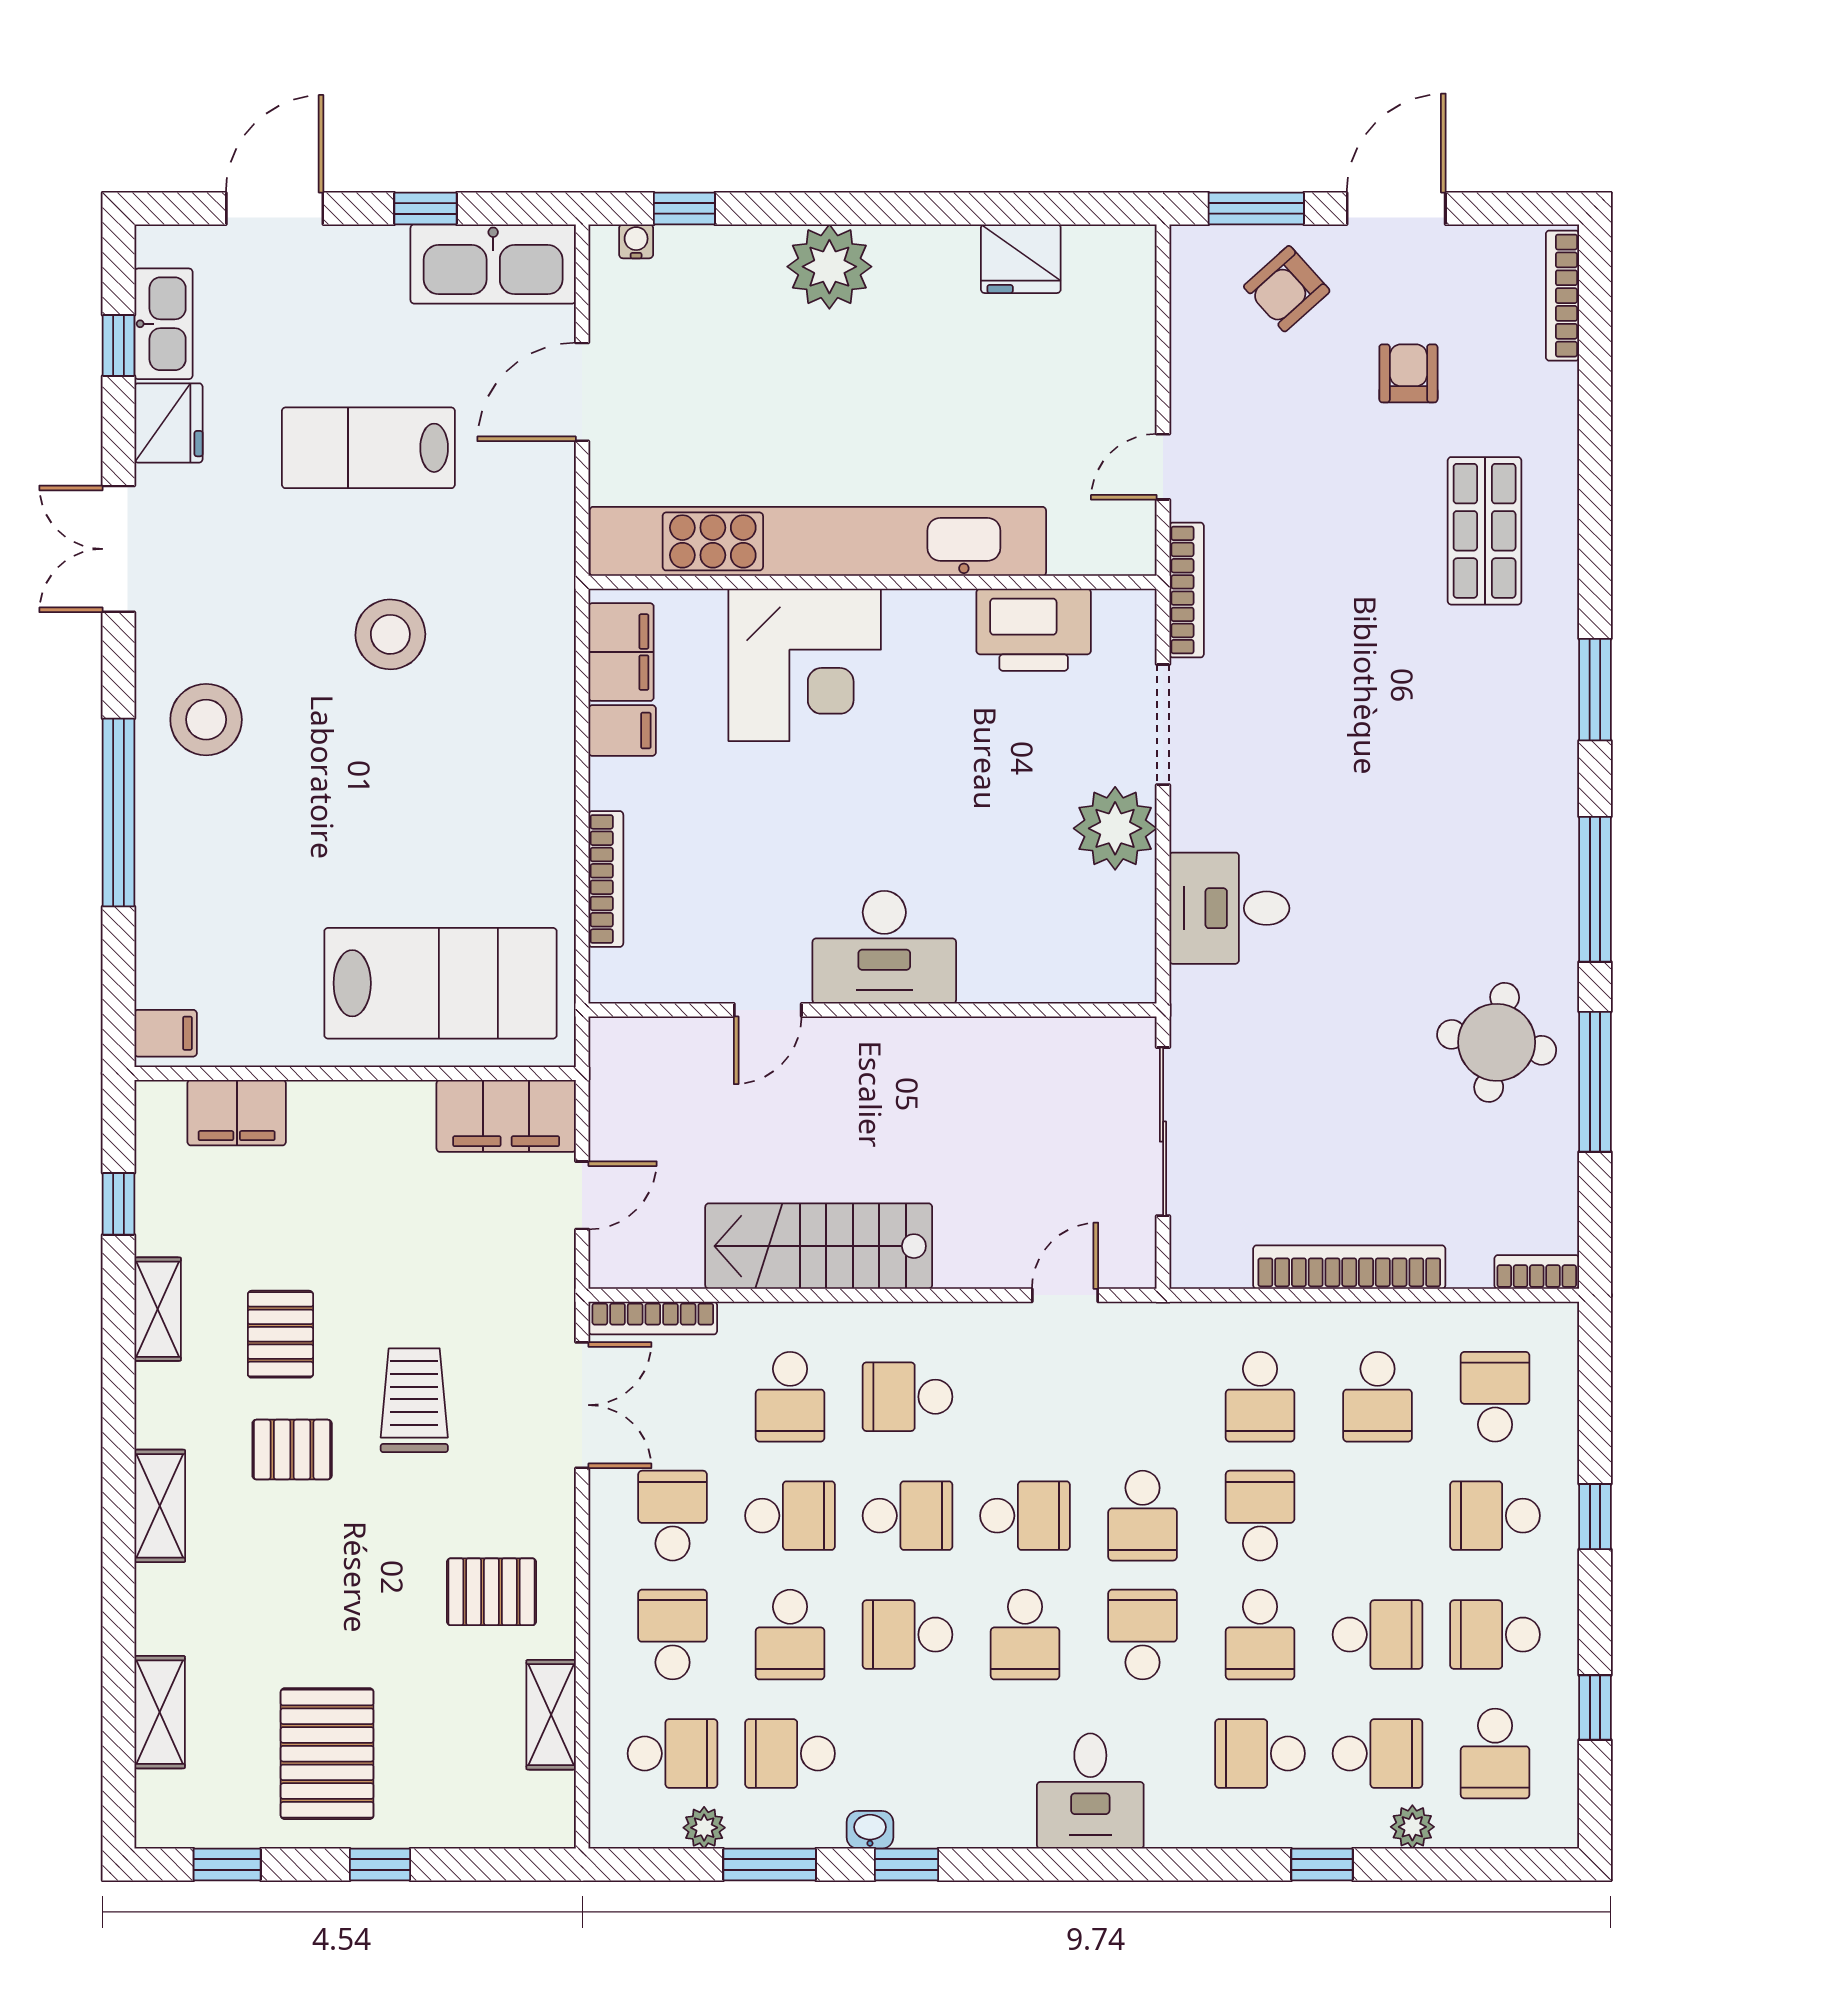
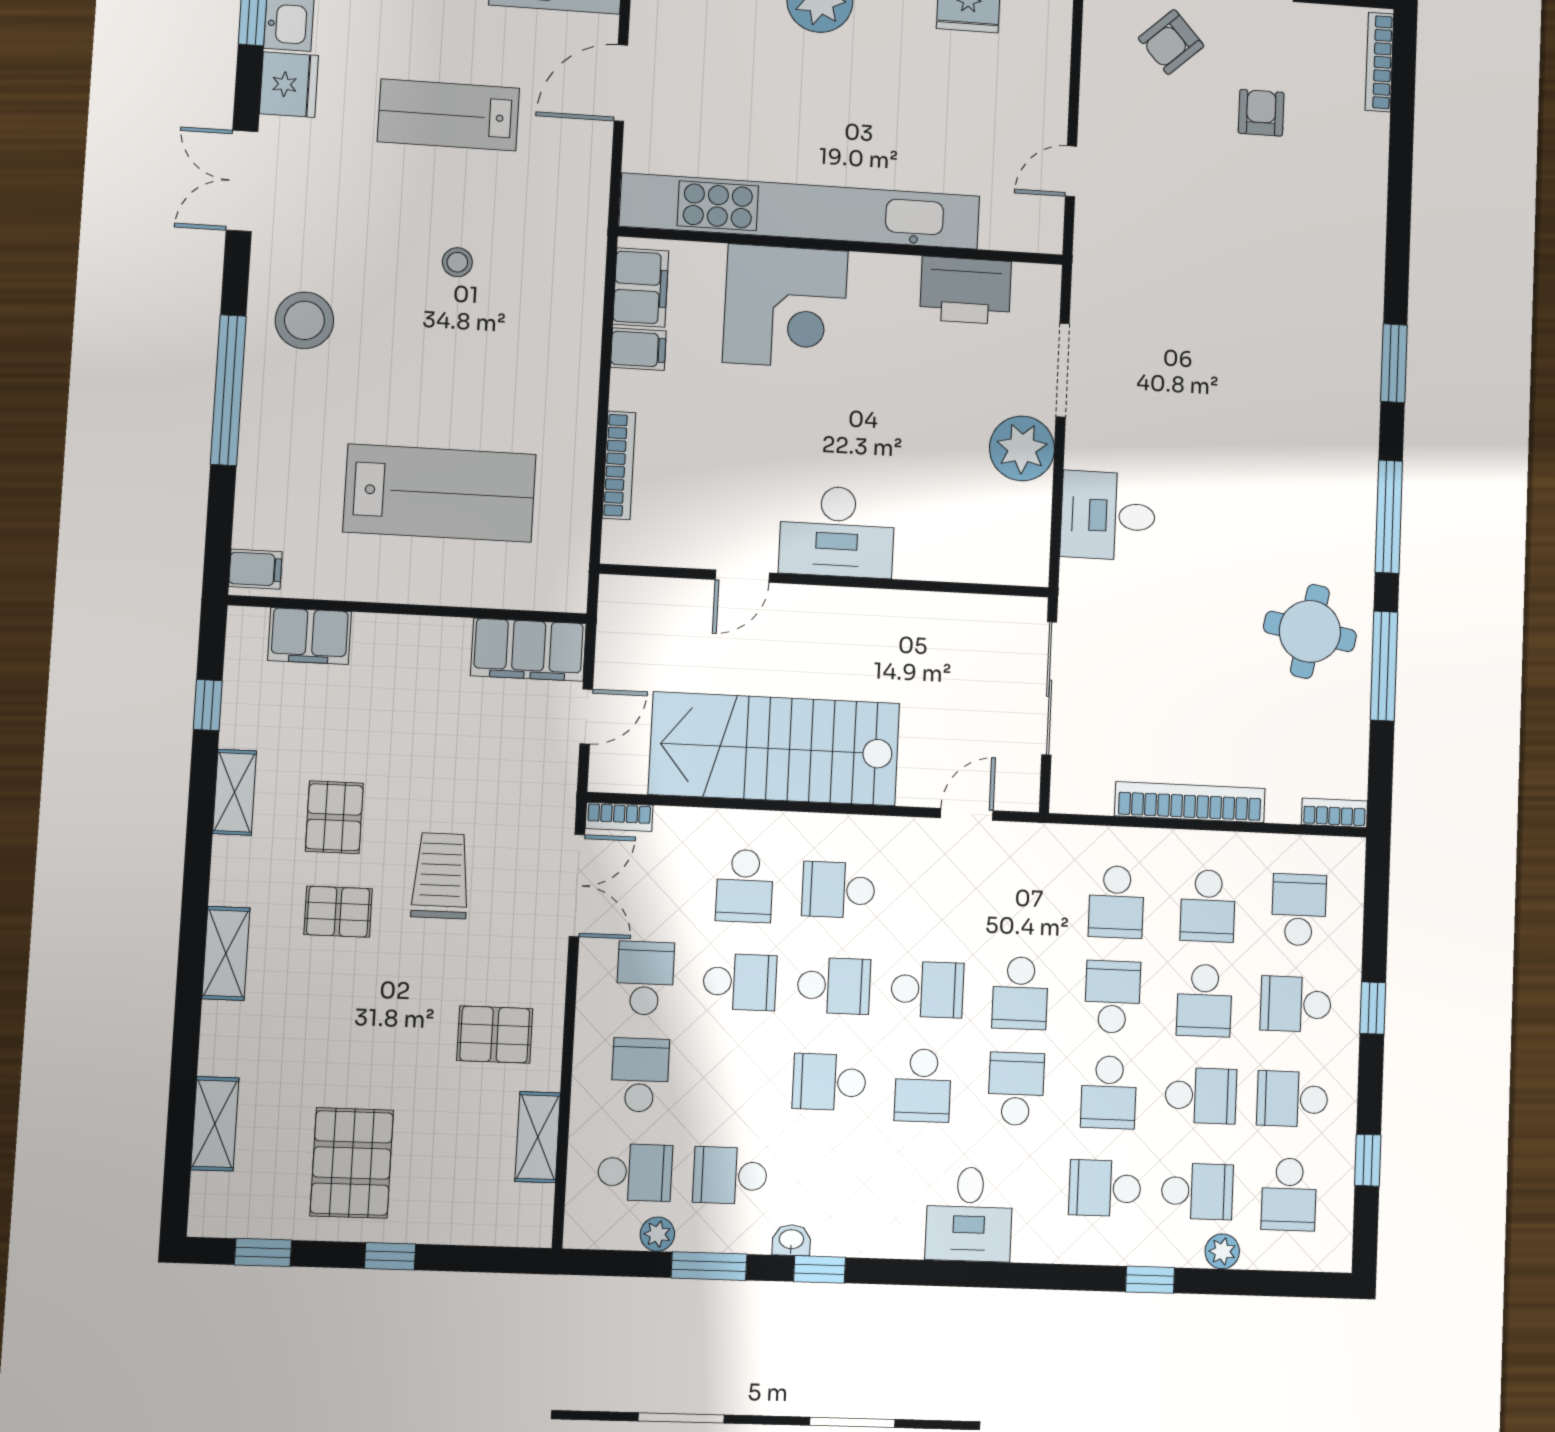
shop shelf: (1485, 531) -> (1314, 236), removed
bookcase: (1187, 590) -> (1085, 267), removed
stool: (390, 634) -> (457, 262), width x0.53, depth x0.53
lab bench: (441, 983) -> (440, 493), moved
stairs: (819, 1246) -> (774, 749), width x1.36, depth x1.51
bookcase: (653, 1318) -> (619, 817), width x0.64
school desk: (790, 1635) -> (1204, 1000), moved

